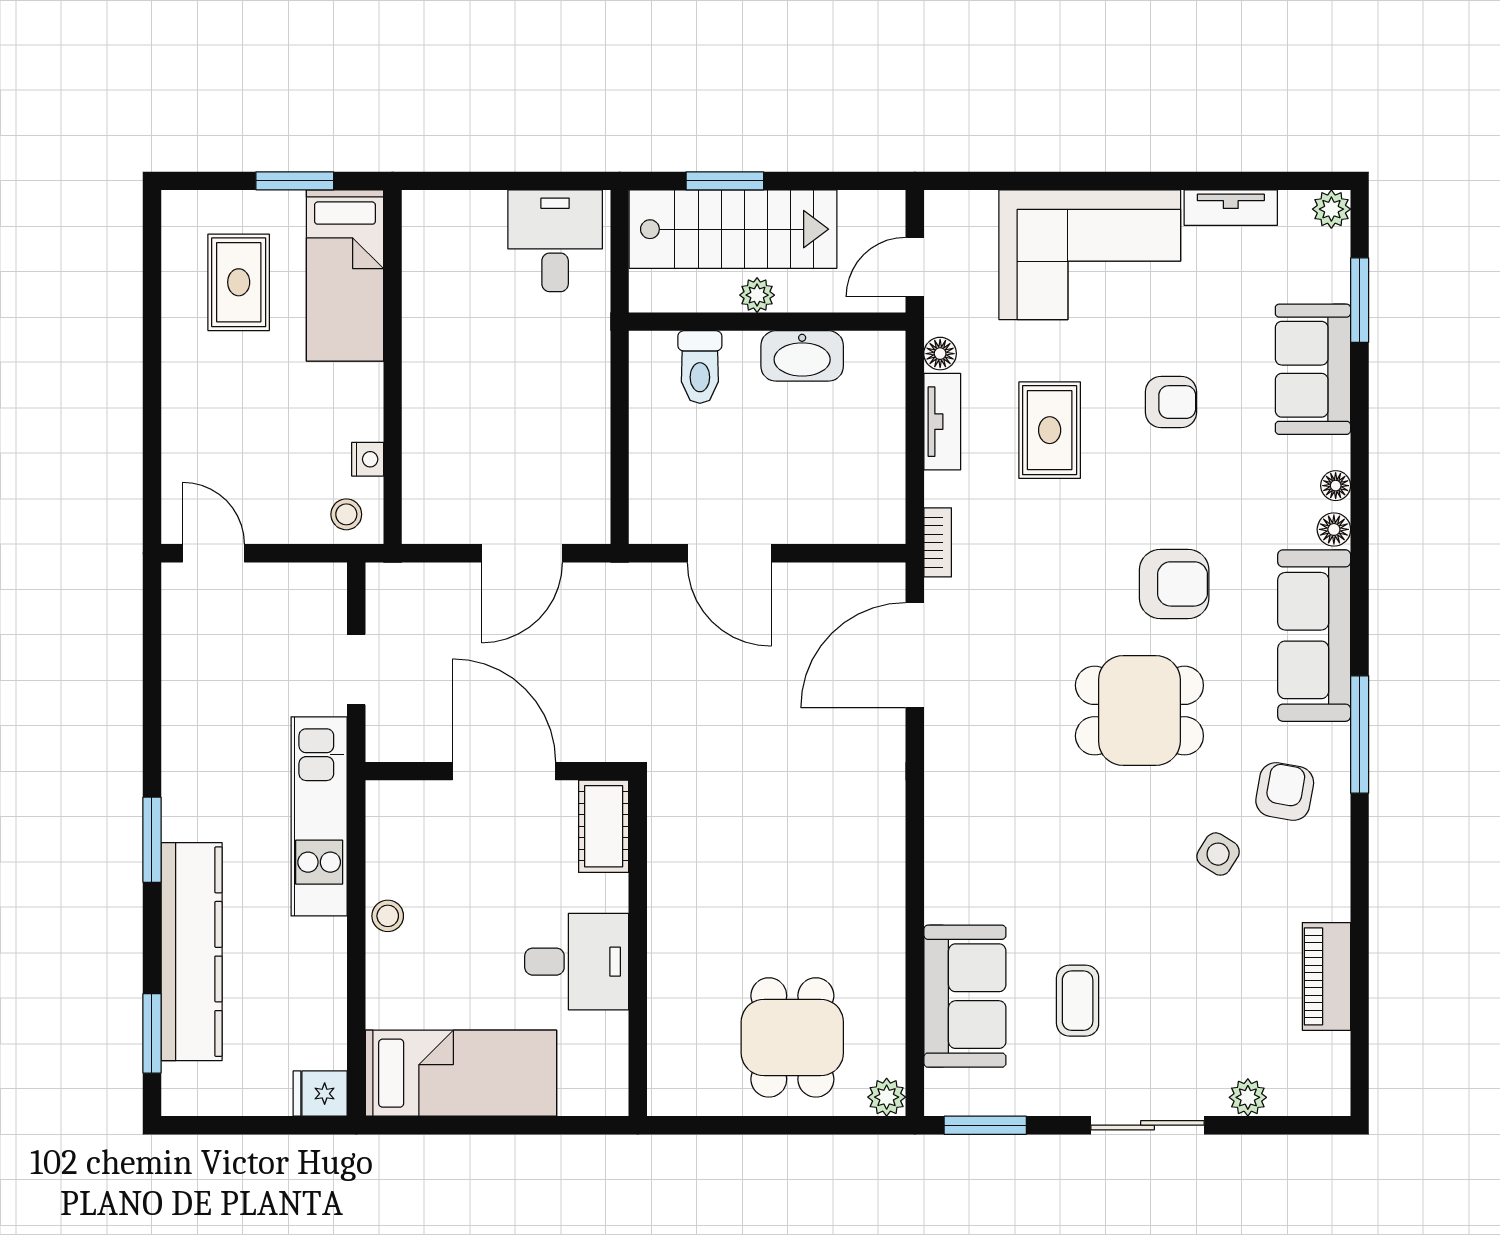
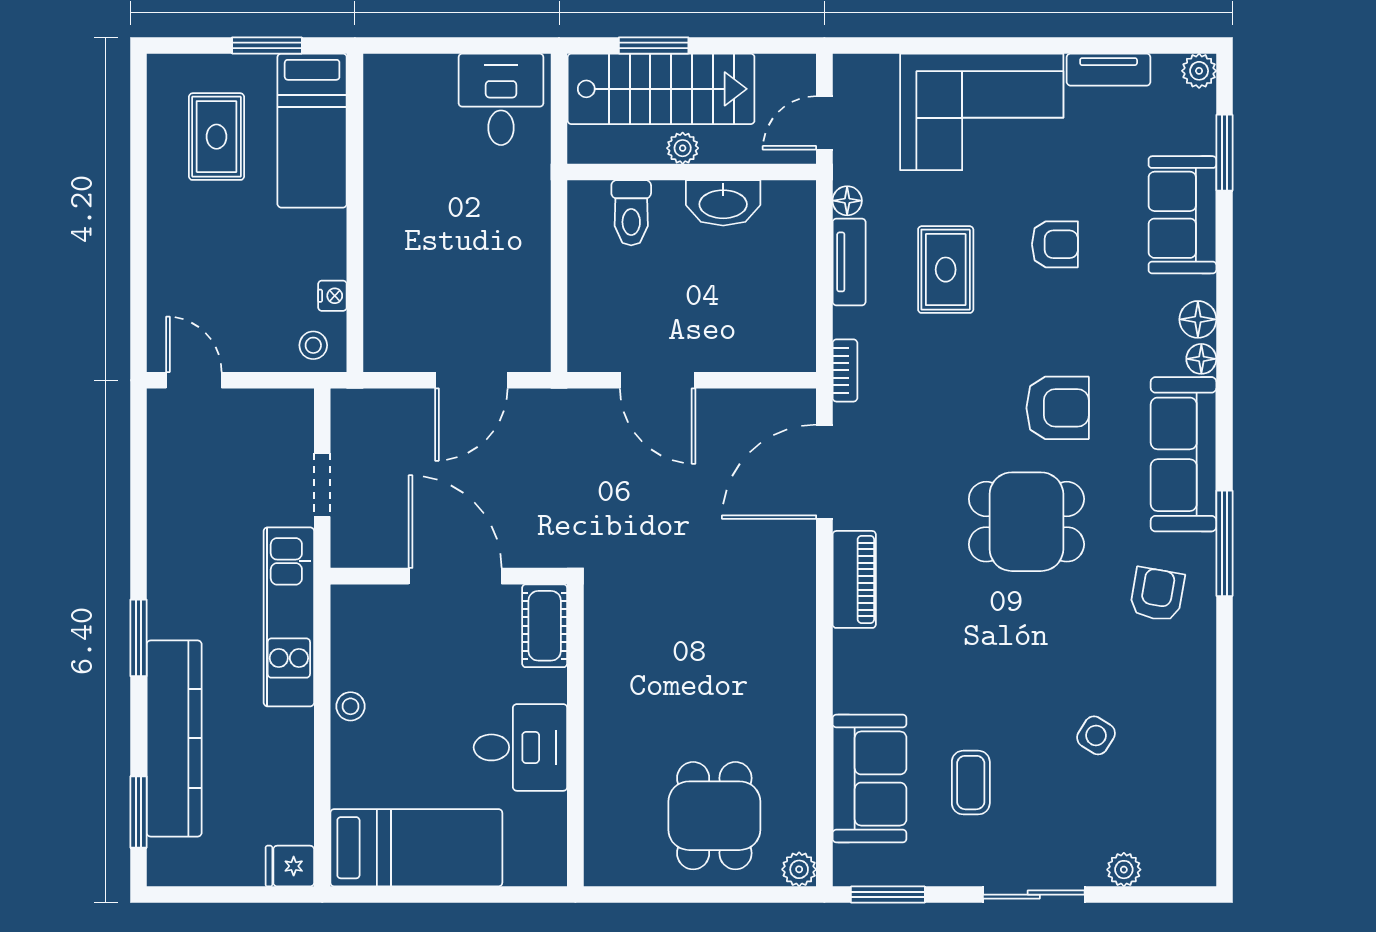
floor lamp: (1336, 486) -> (1198, 319), width x1.37, depth x1.37
side table: (1218, 854) -> (1096, 735), moved
piano: (1326, 976) -> (854, 579), moved, turned 180

